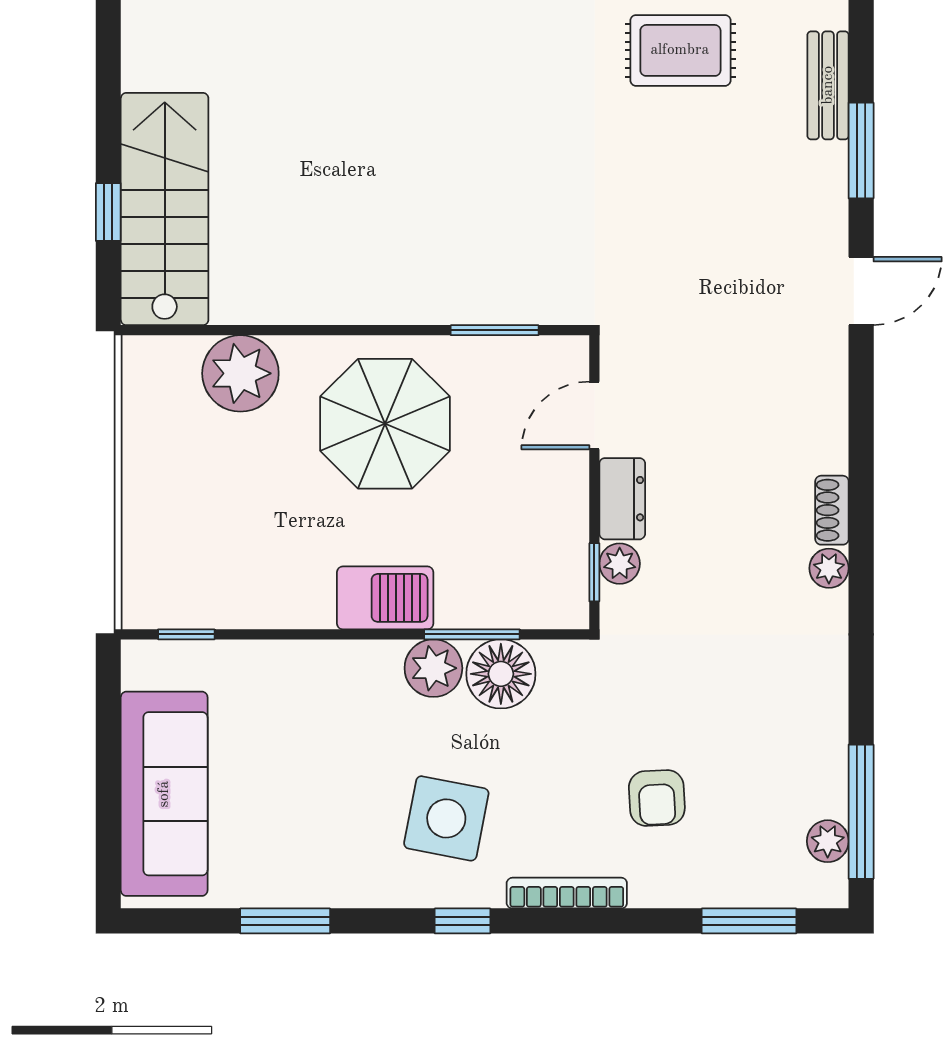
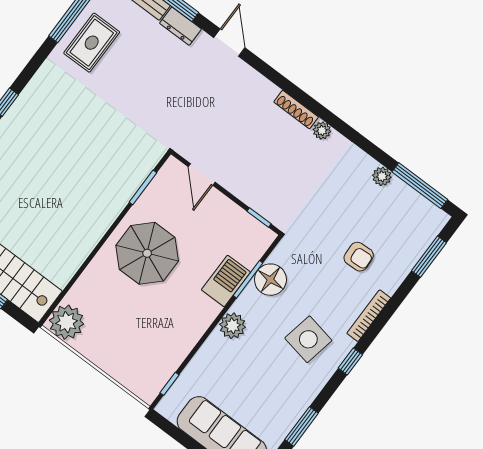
plant: (240, 373) -> (67, 322), moved
dresser: (622, 499) -> (180, 26), moved, turned 180
shoe rack: (832, 510) -> (296, 109), width x1.43
plant: (620, 564) -> (263, 206), removed
barbecue: (385, 598) -> (226, 281), moved
plant: (433, 668) -> (232, 326), moved
plant: (828, 841) -> (382, 176), moved

